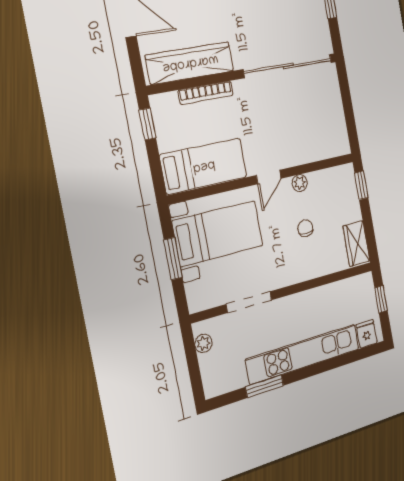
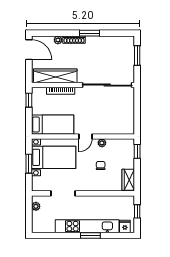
window: (265, 386) -> (90, 235), moved

